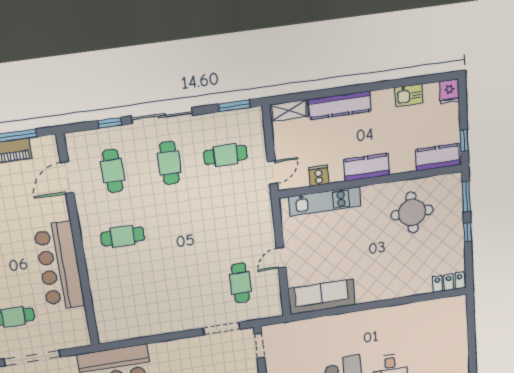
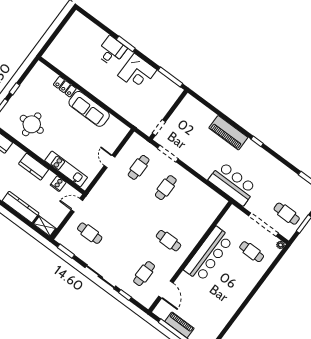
cafe table: (169, 163) -> (166, 188), moved
door: (67, 178) -> (166, 289), hinge flipped
door: (281, 258) -> (109, 161), swing flipped
locker: (449, 282) -> (65, 87), moved
sofa: (322, 297) -> (89, 109), moved

